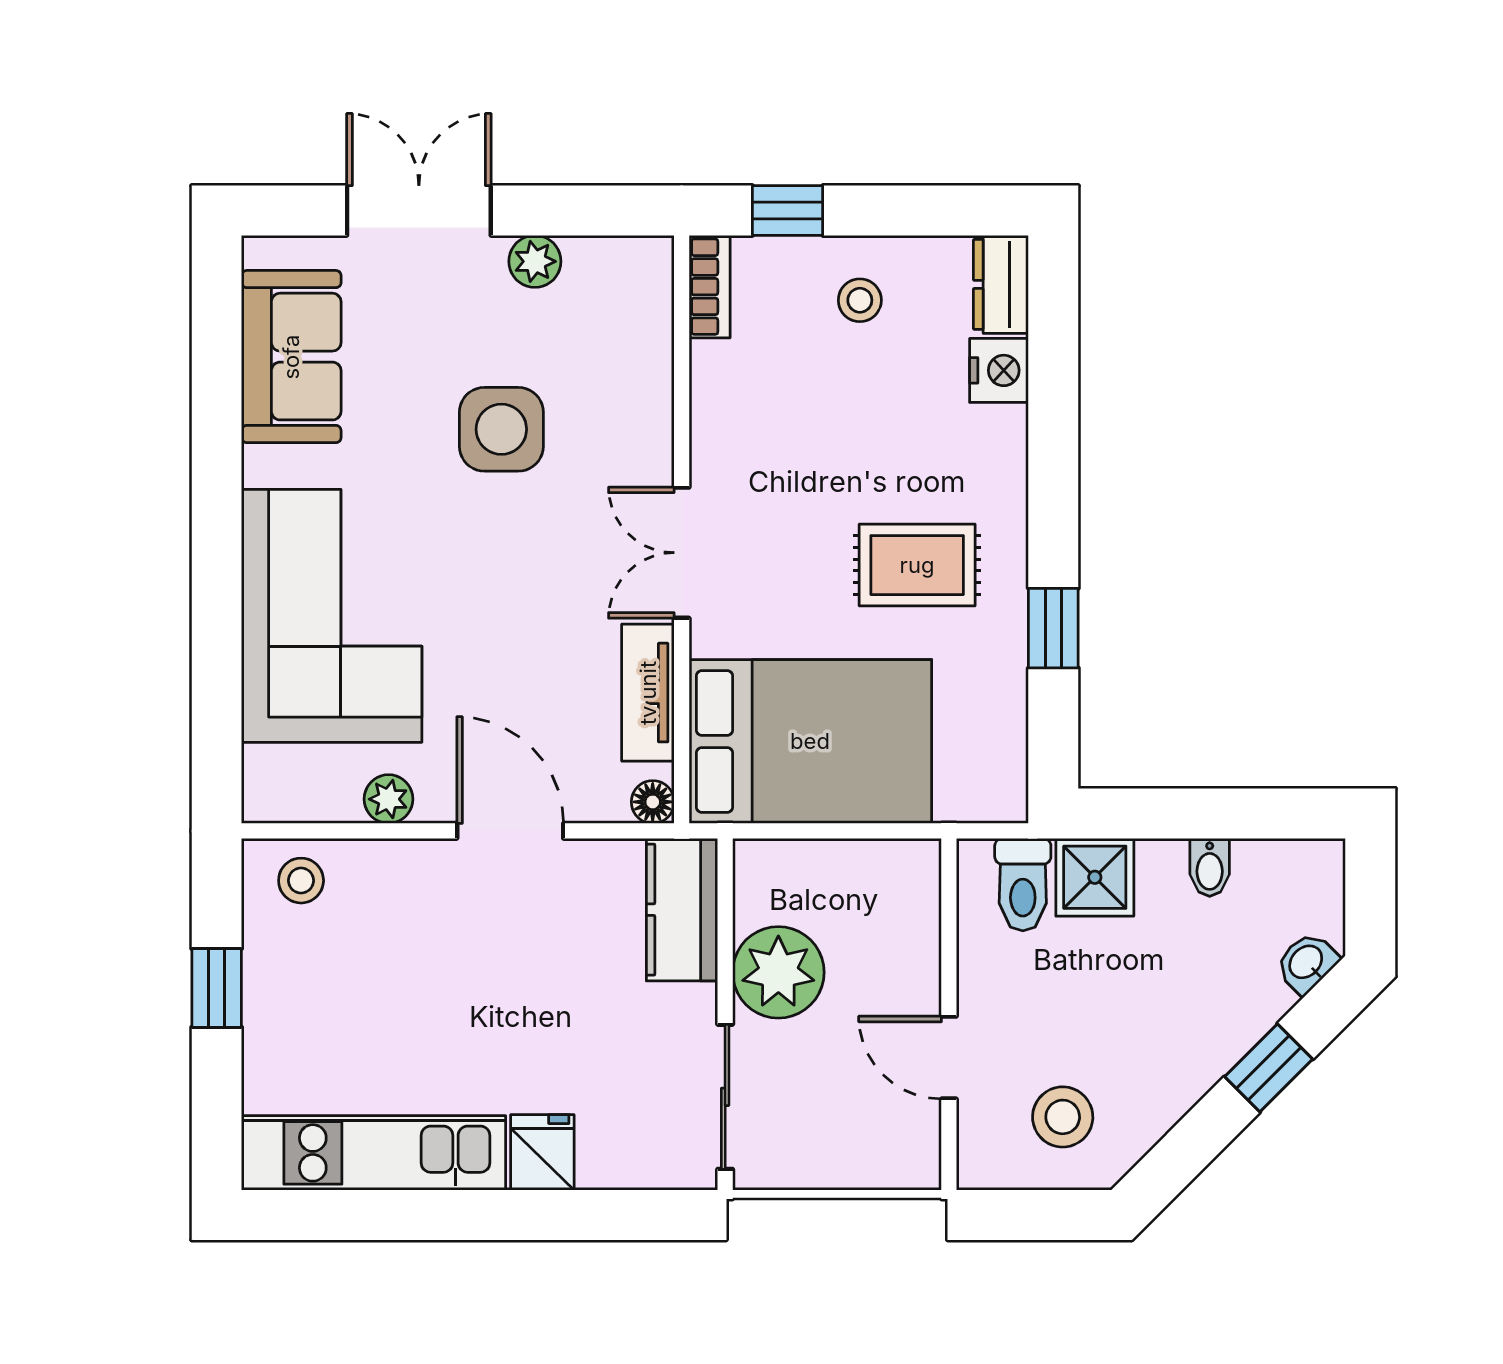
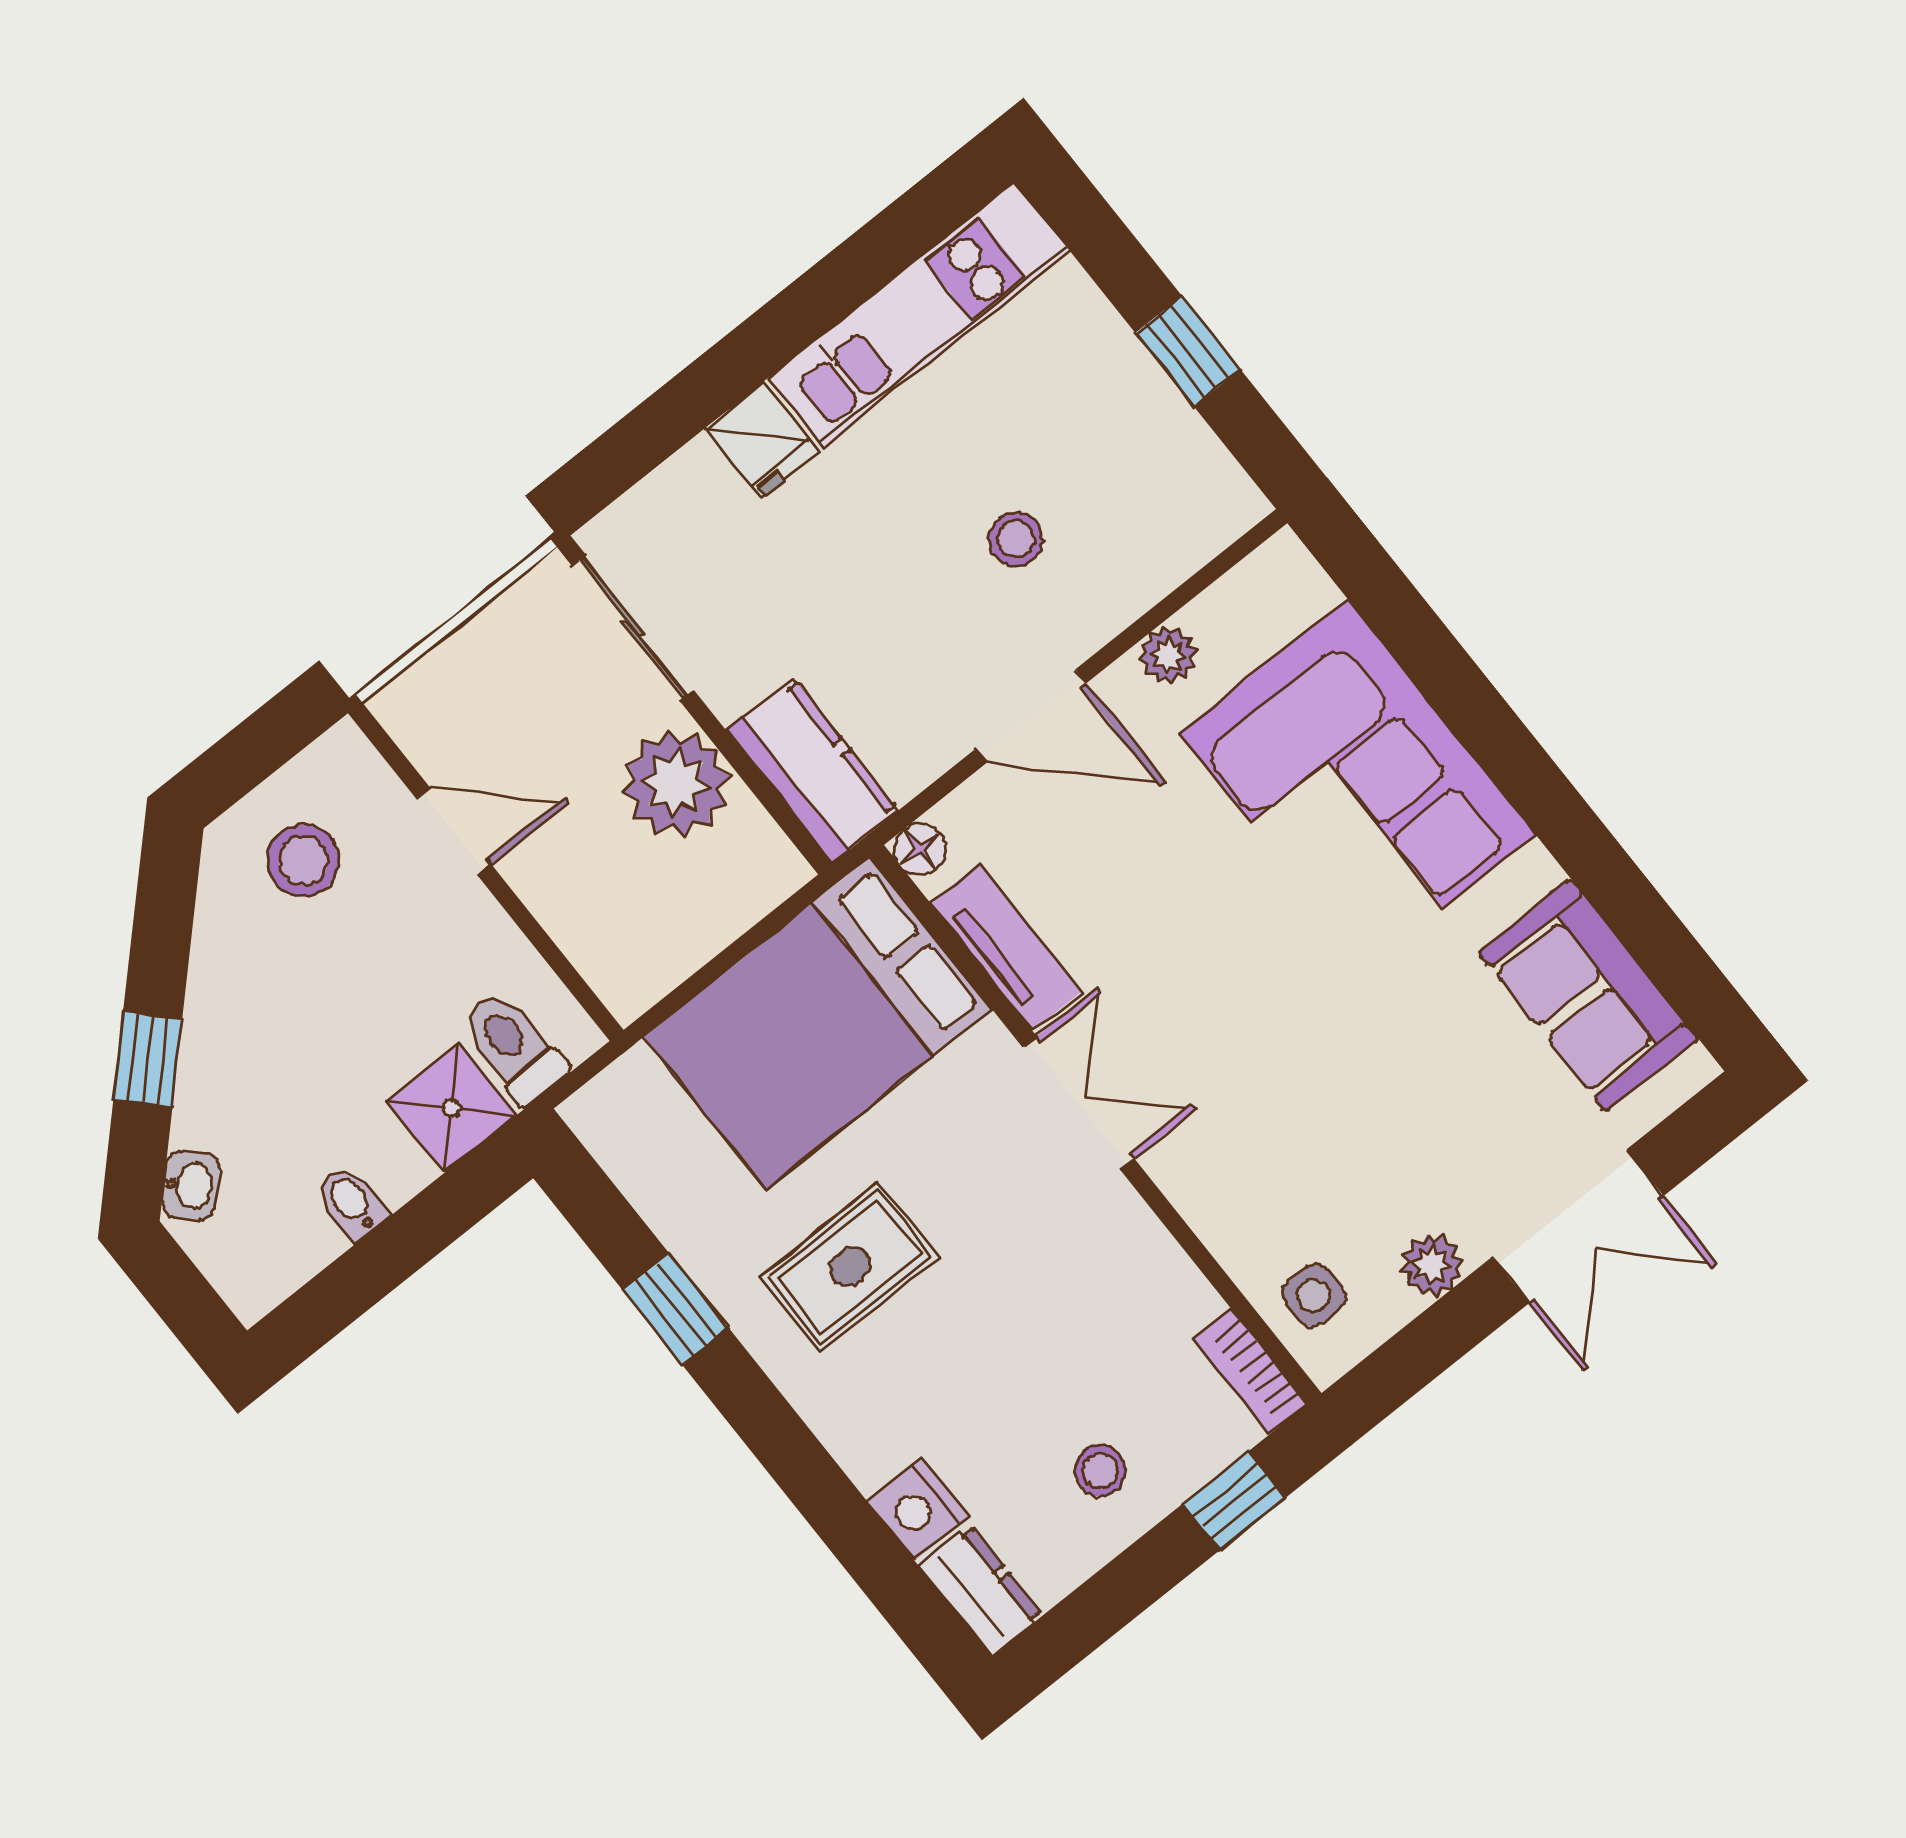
side table: (501, 429) -> (1314, 1295), moved, width x0.54, depth x0.54
stool: (301, 881) -> (1016, 539), moved

